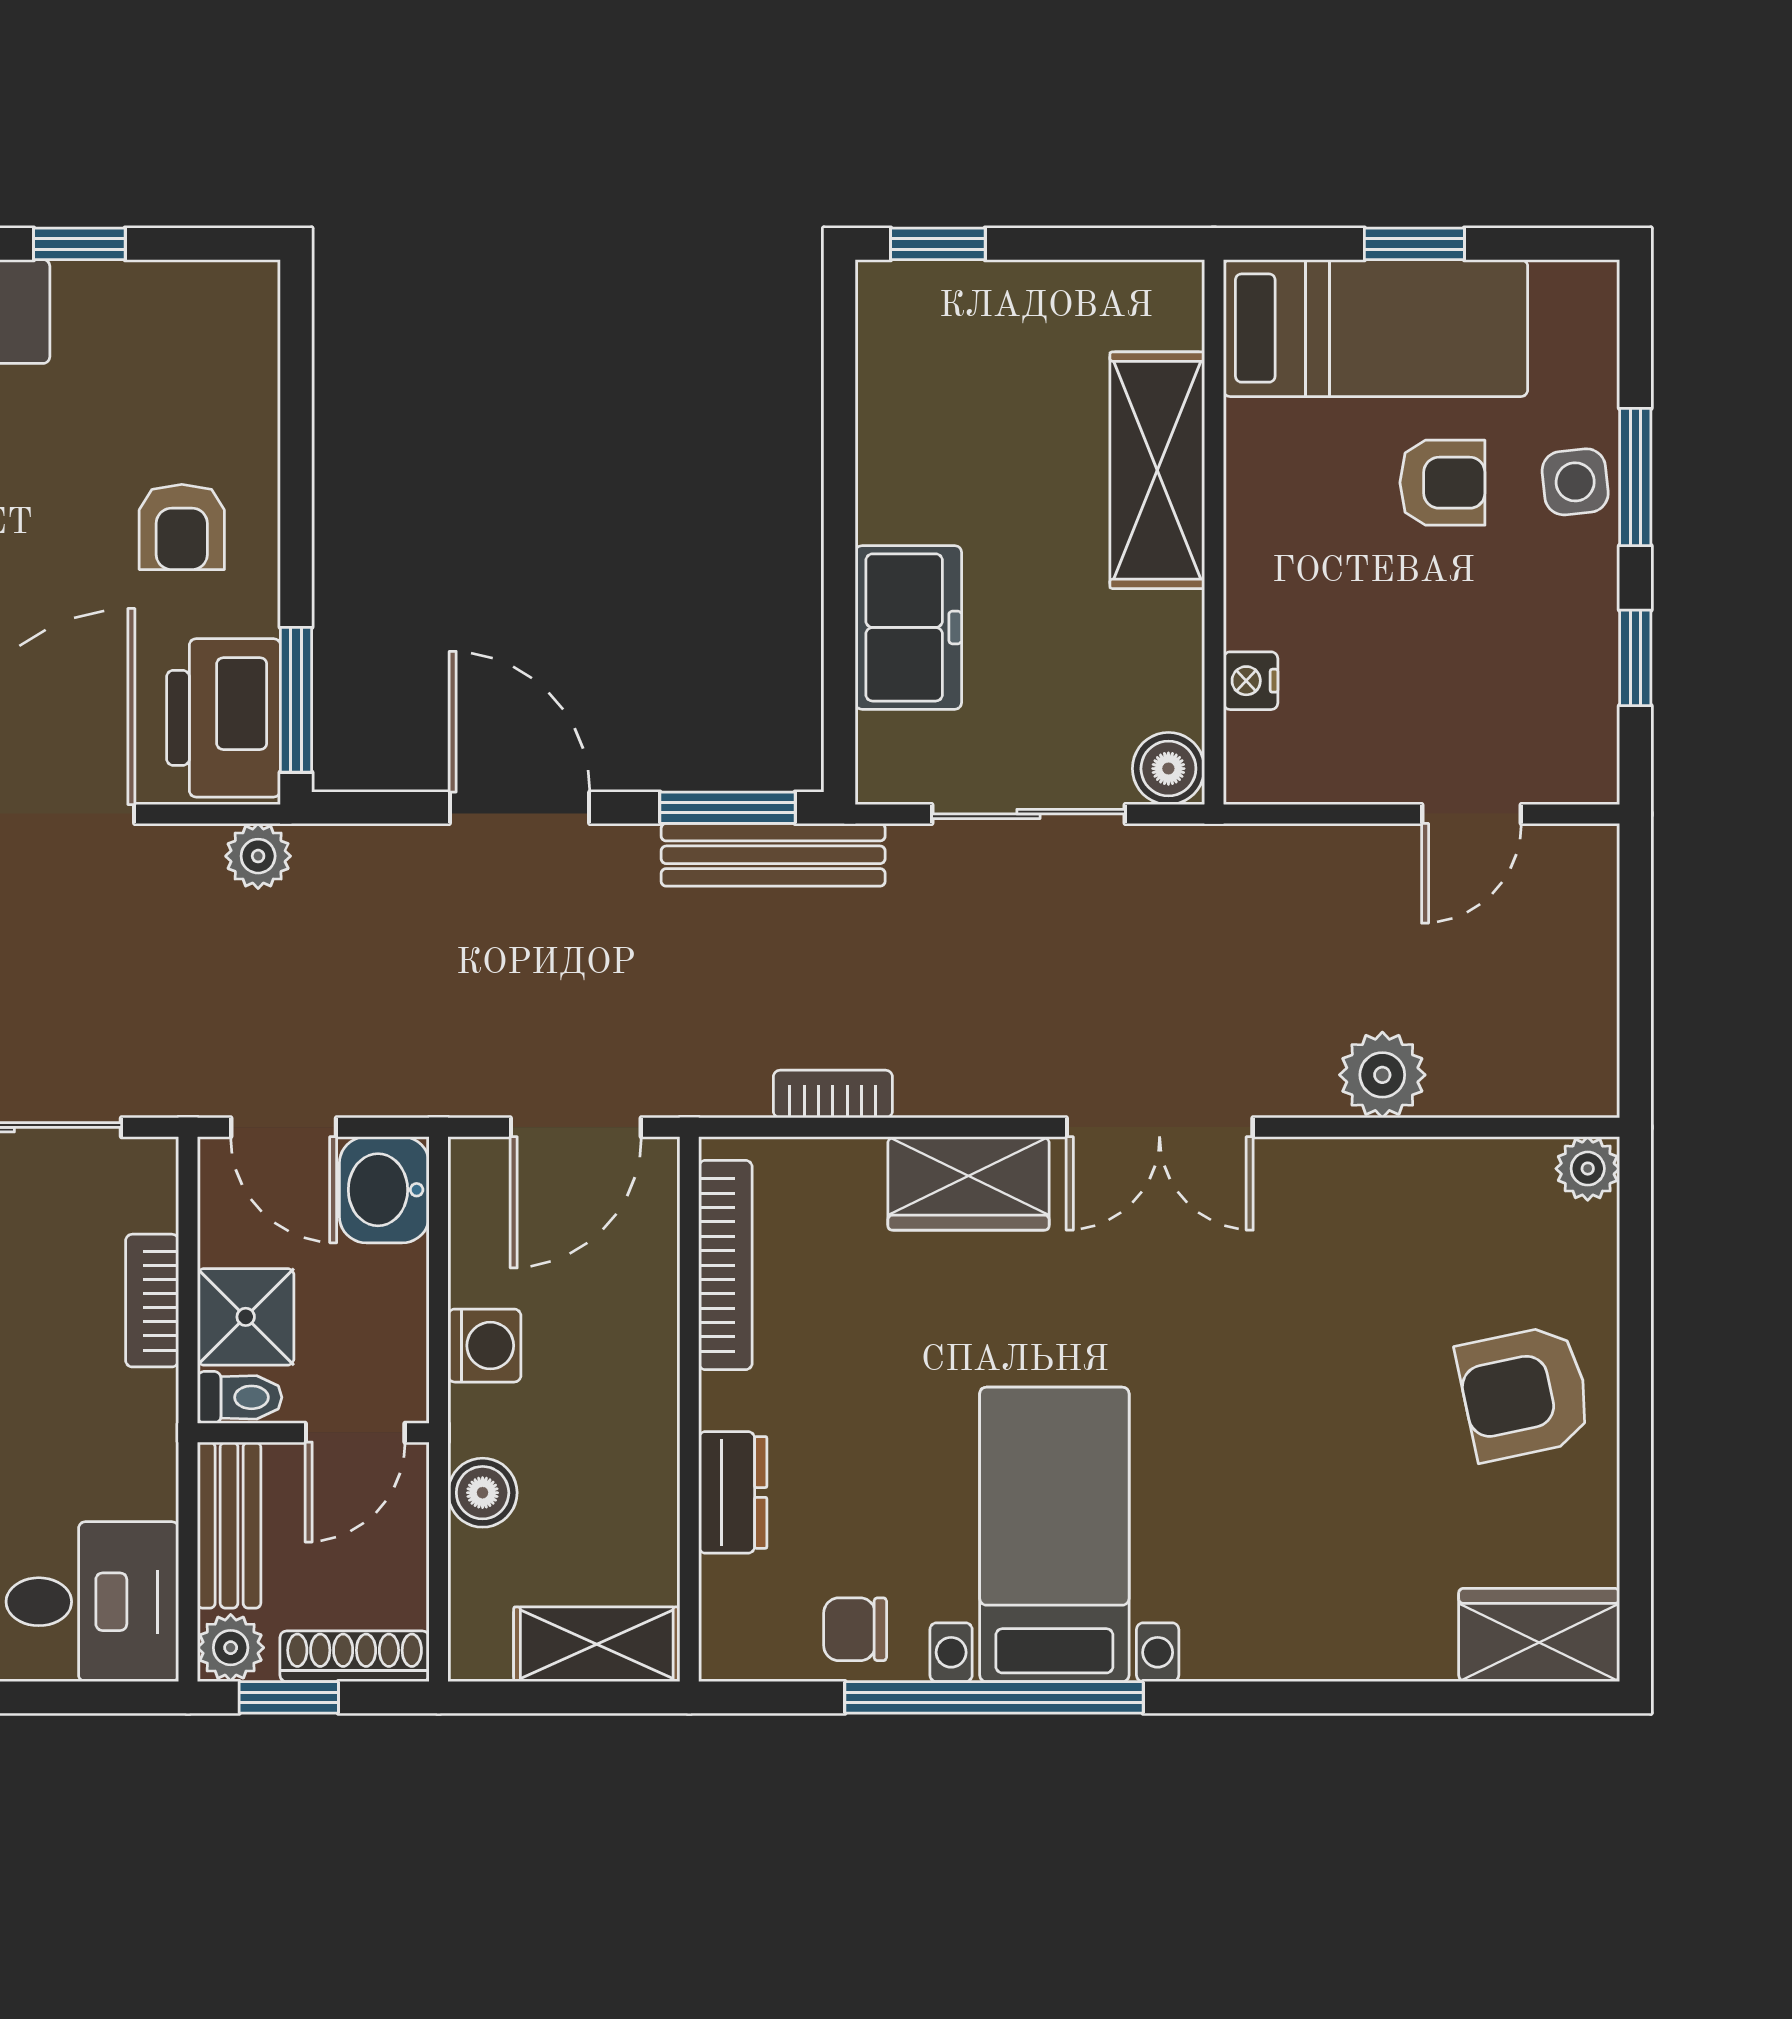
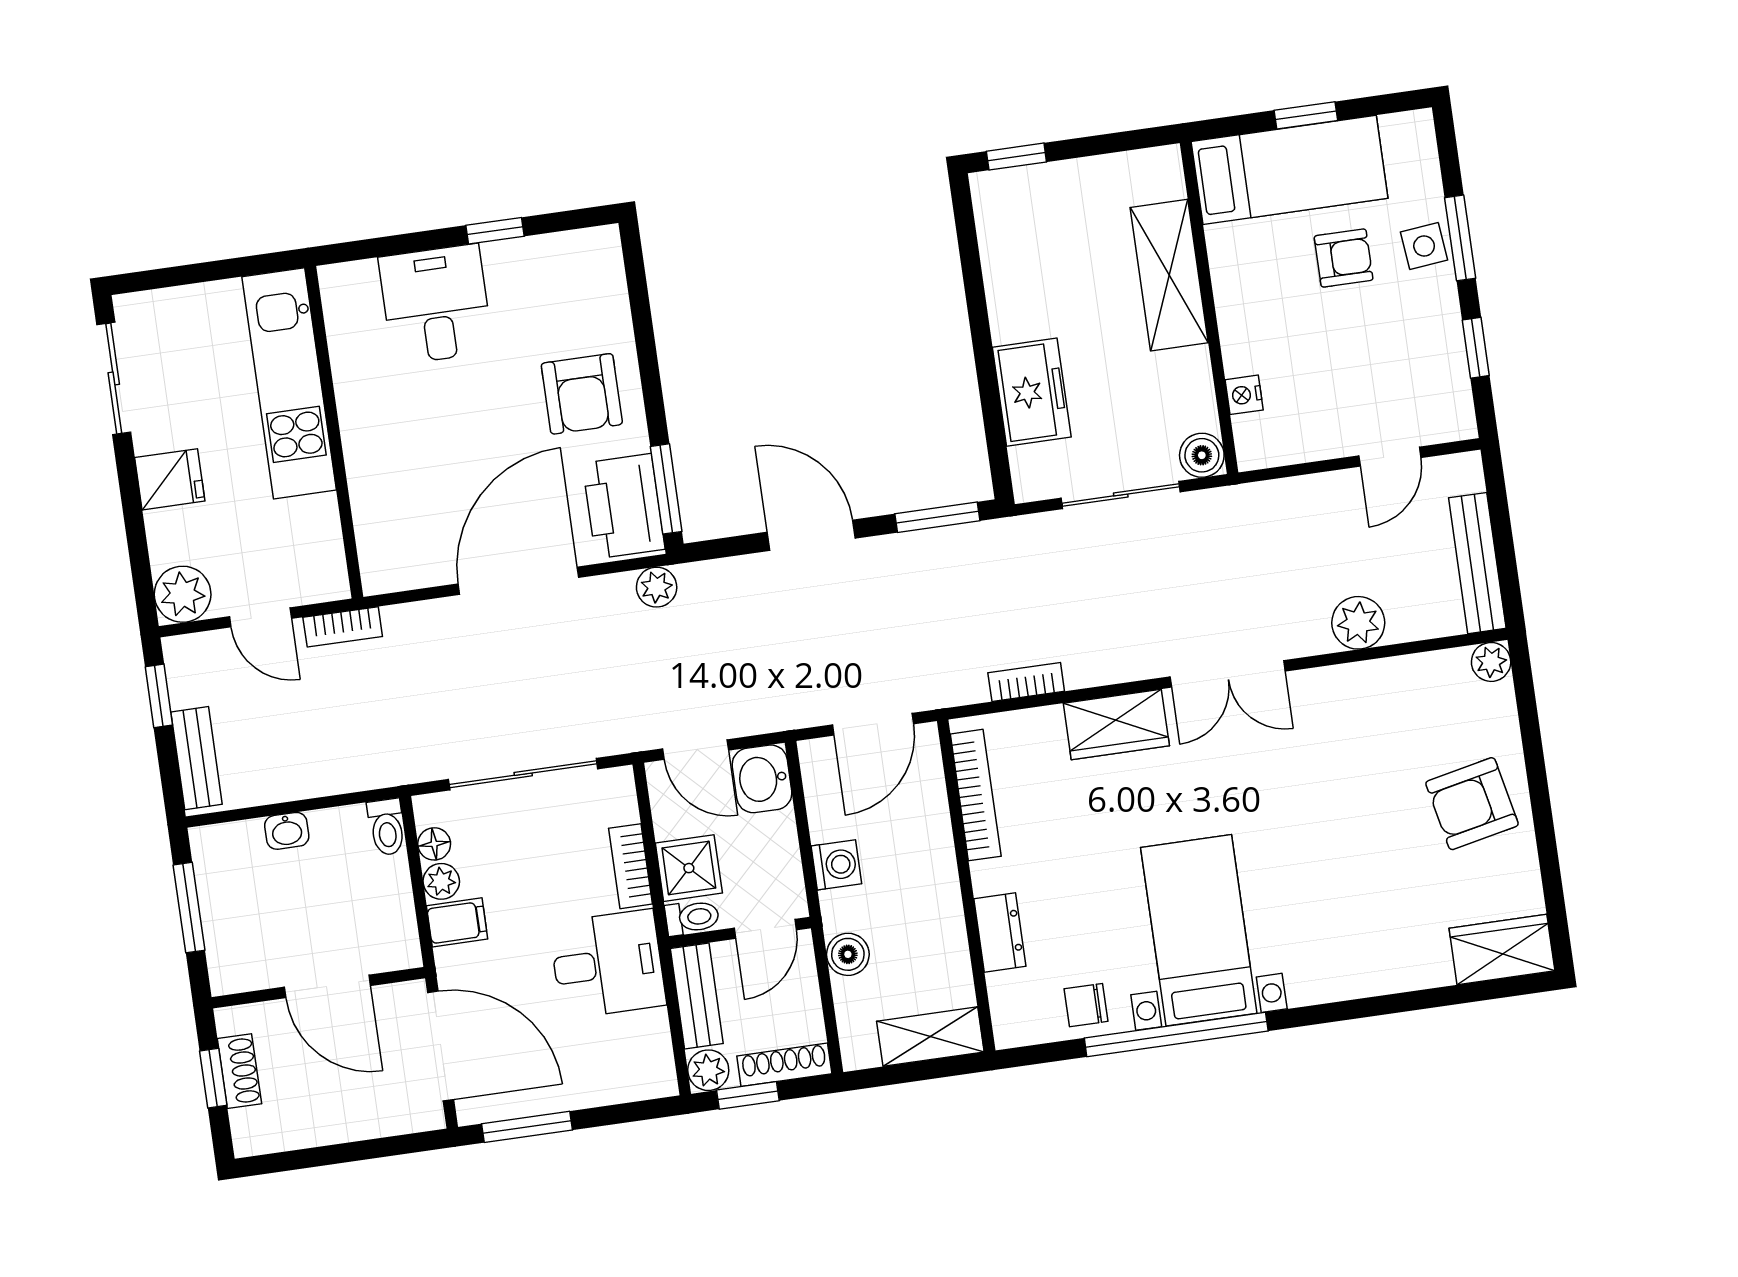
armchair: (182, 527) -> (582, 394), width x1.38, depth x1.38
bench: (773, 855) -> (1477, 563), moved, turned 90
desk: (92, 1602) -> (607, 964), moved

